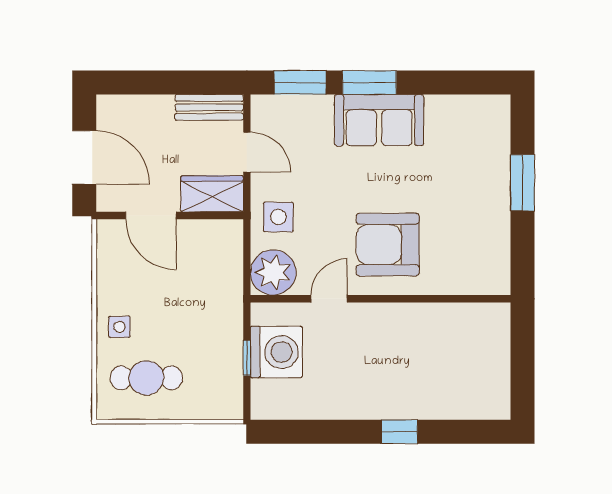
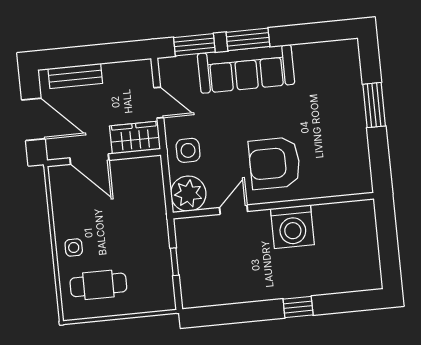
bench: (209, 107) -> (75, 76), moved
sofa: (379, 120) -> (246, 69), width x1.36
washing machine: (276, 352) -> (292, 227), moved, turned 90

